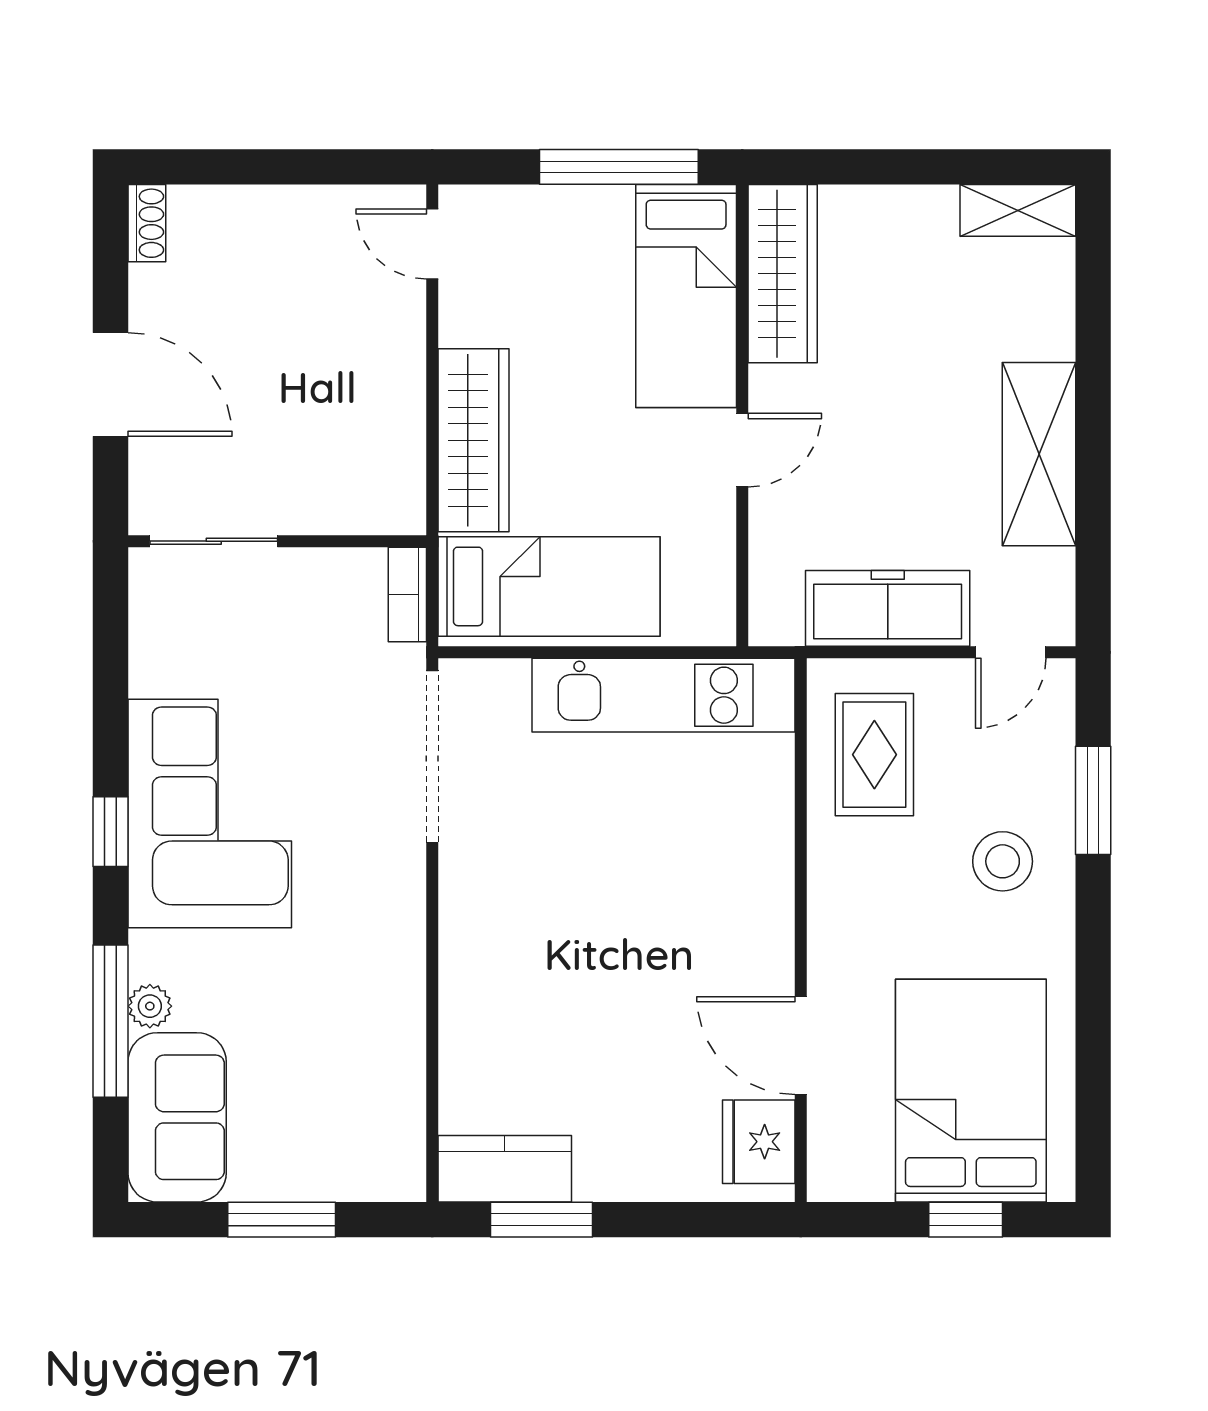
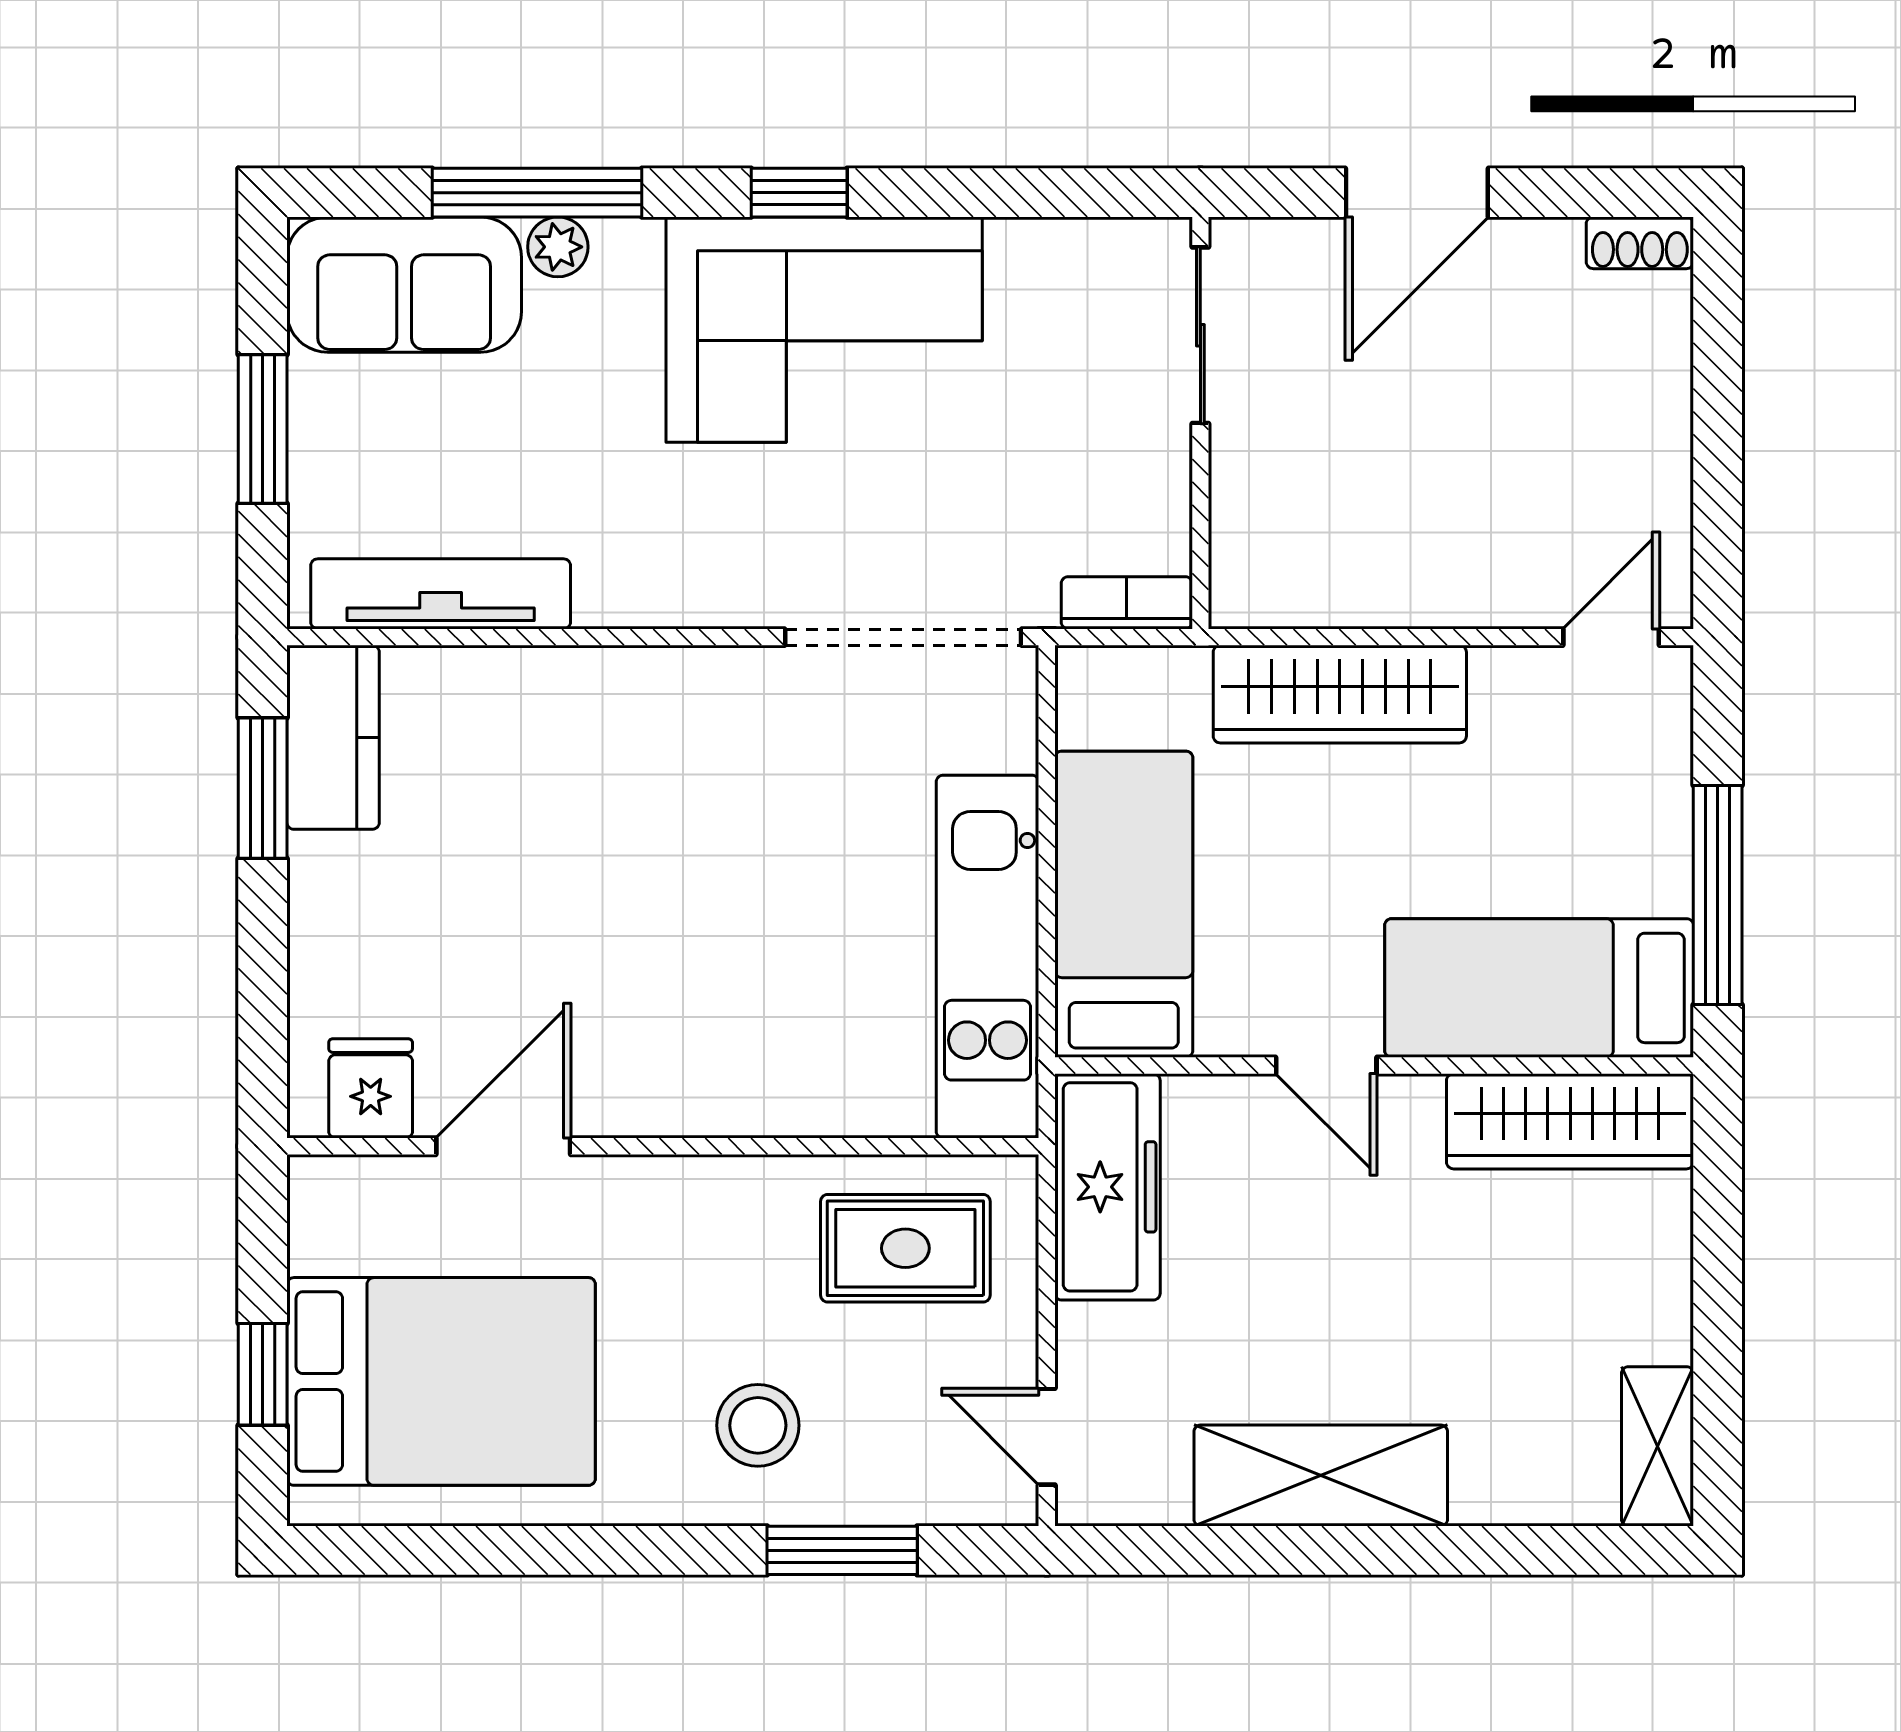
bed: (549, 586) -> (1124, 904), moved, turned 180
freezer: (888, 608) -> (1107, 1187), moved
tv unit: (401, 1091) -> (441, 594), added
fridge: (759, 1142) -> (371, 1088), width x0.72

